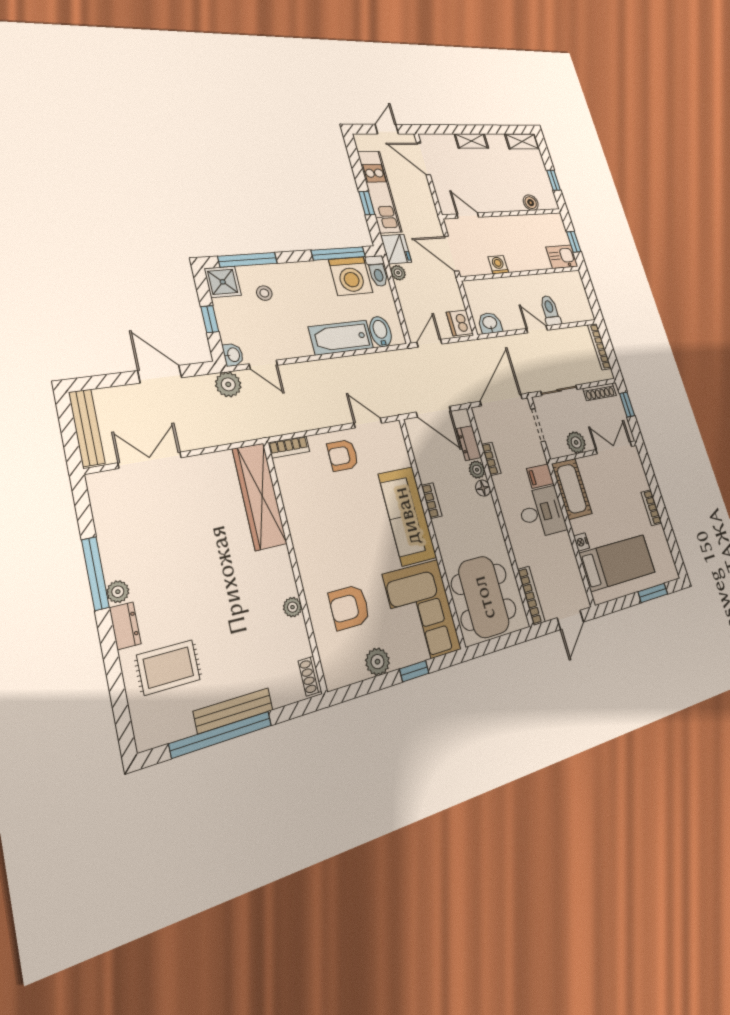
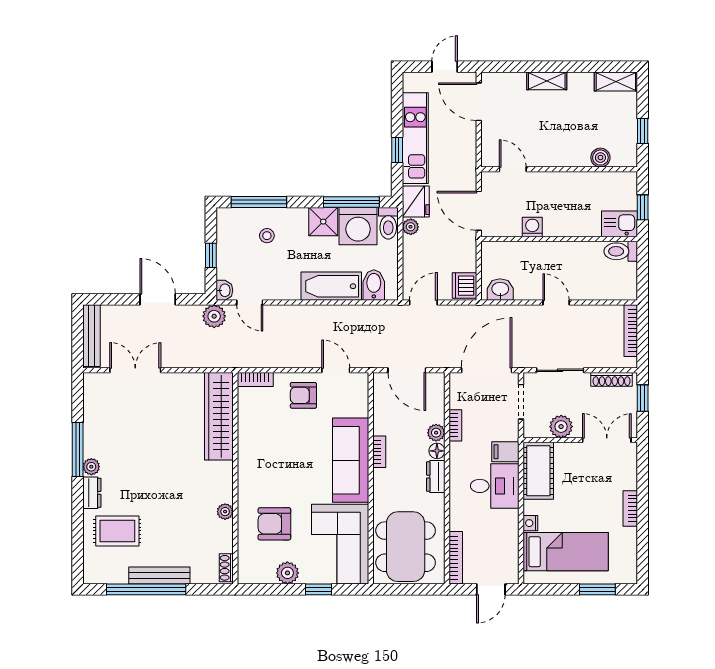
shower: (223, 282) -> (323, 222), moved
toilet: (550, 311) -> (621, 251), moved, turned -90
dresser: (469, 443) -> (436, 477), moved

